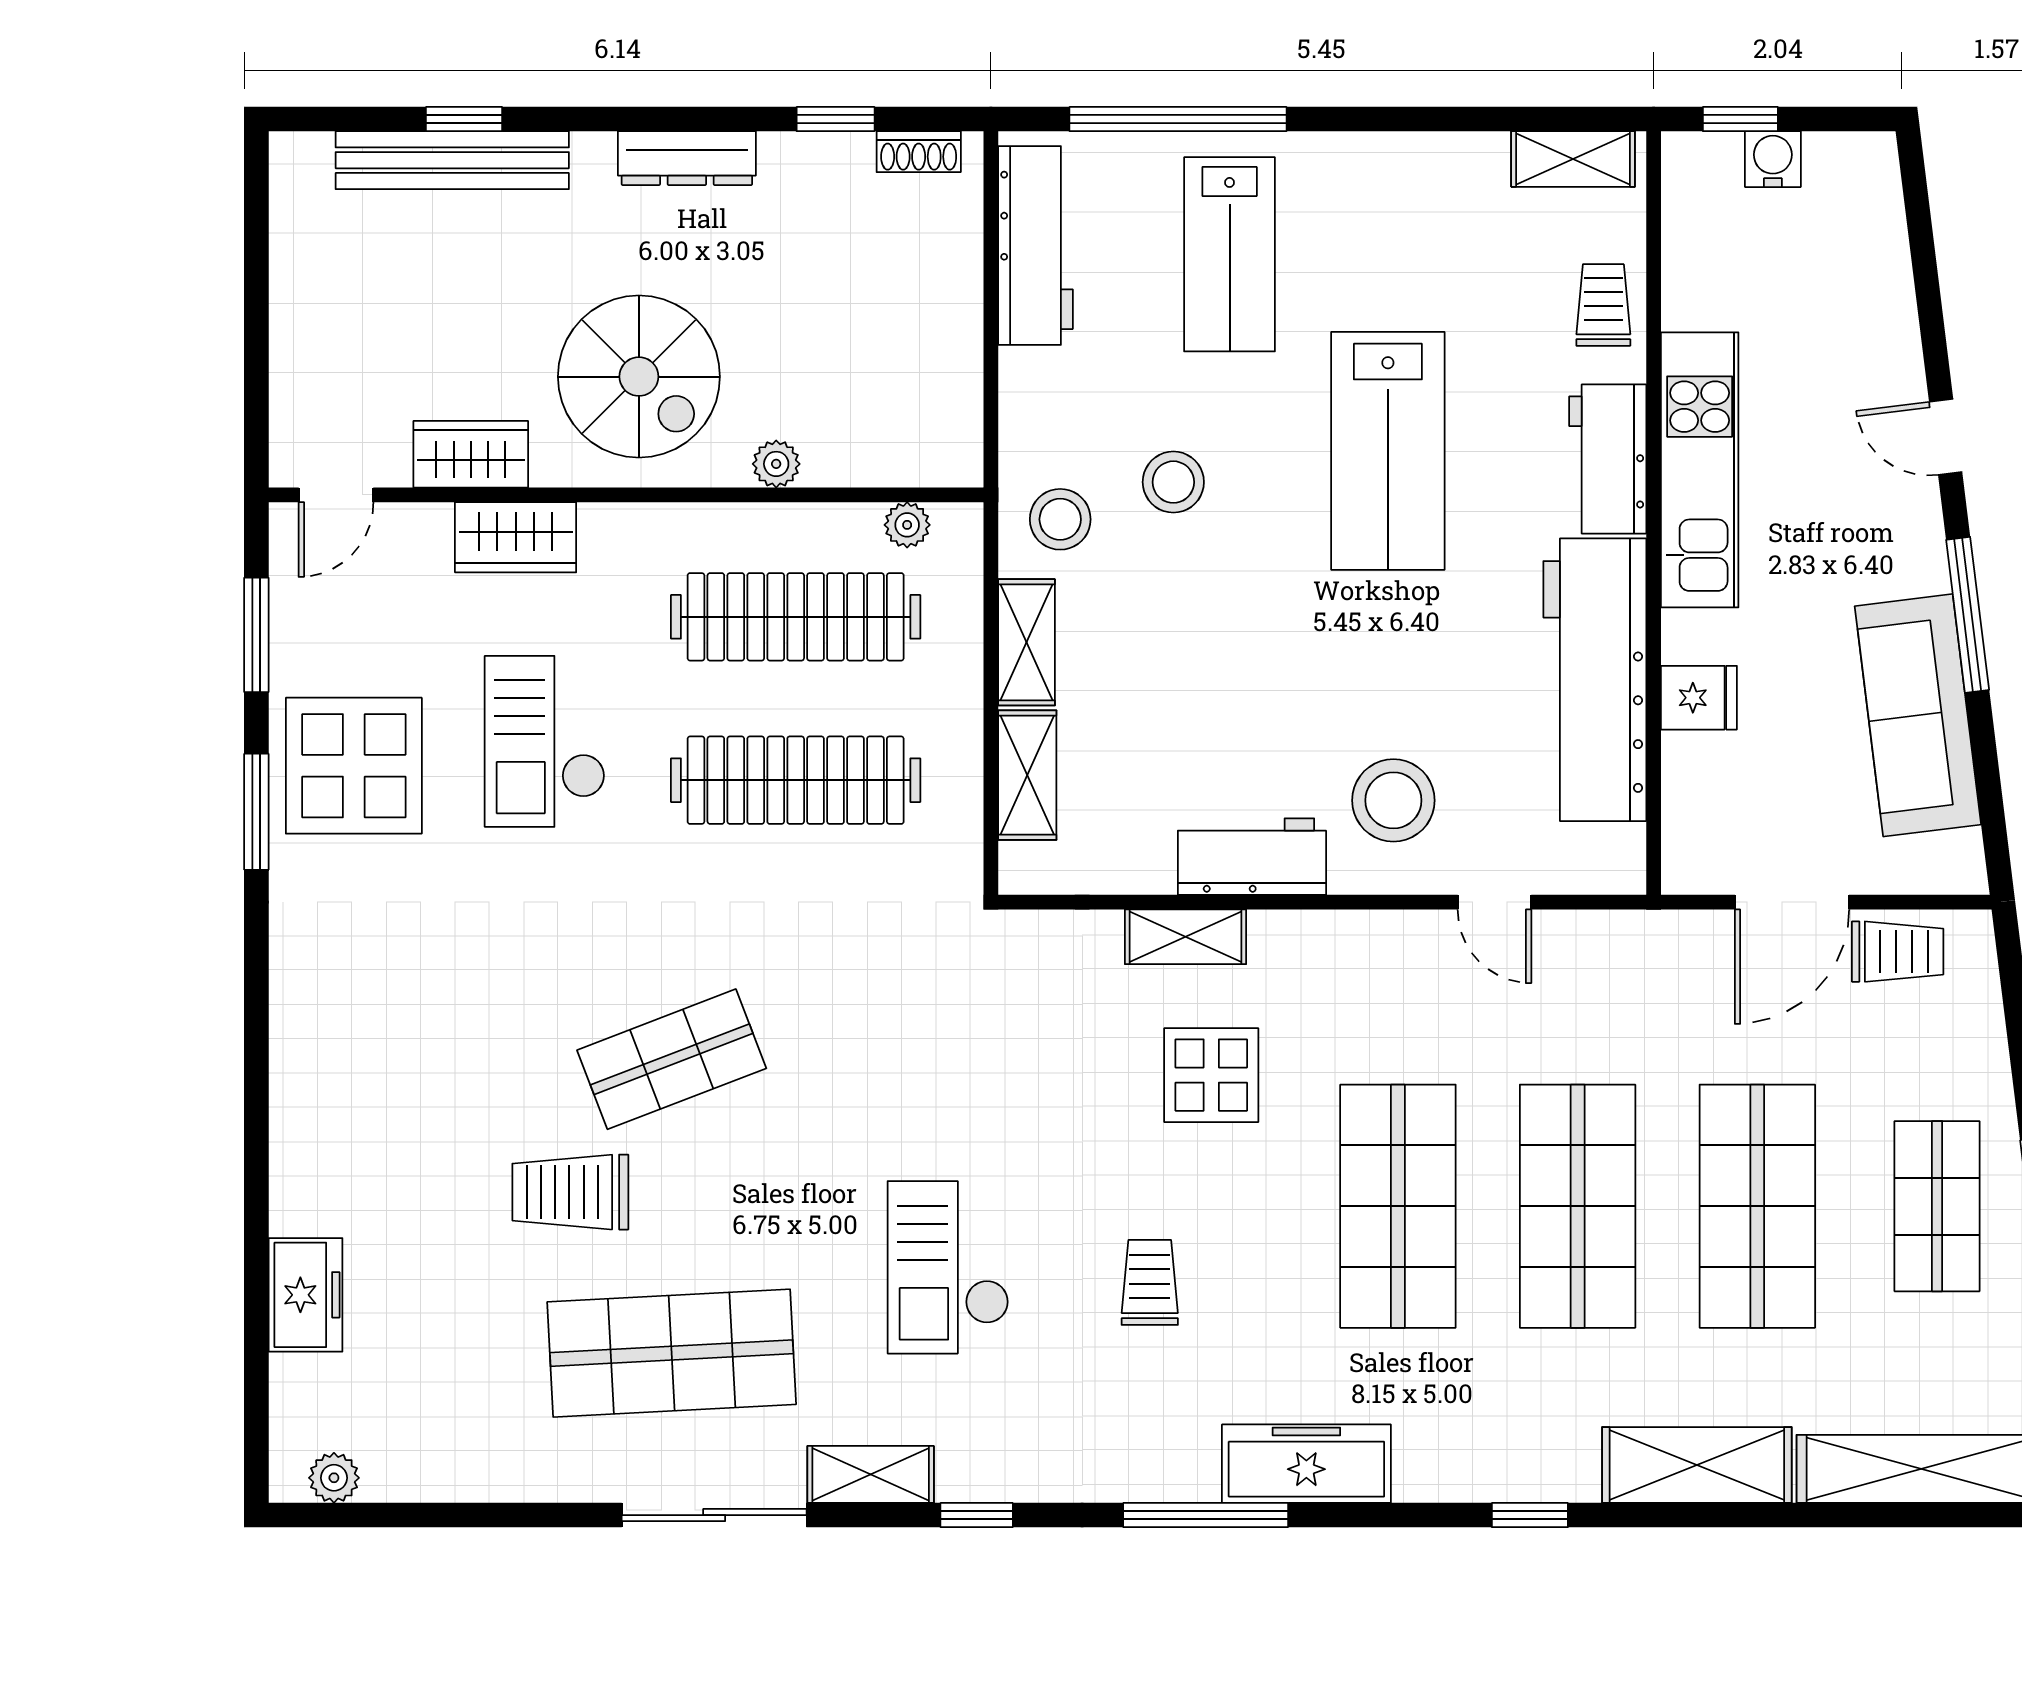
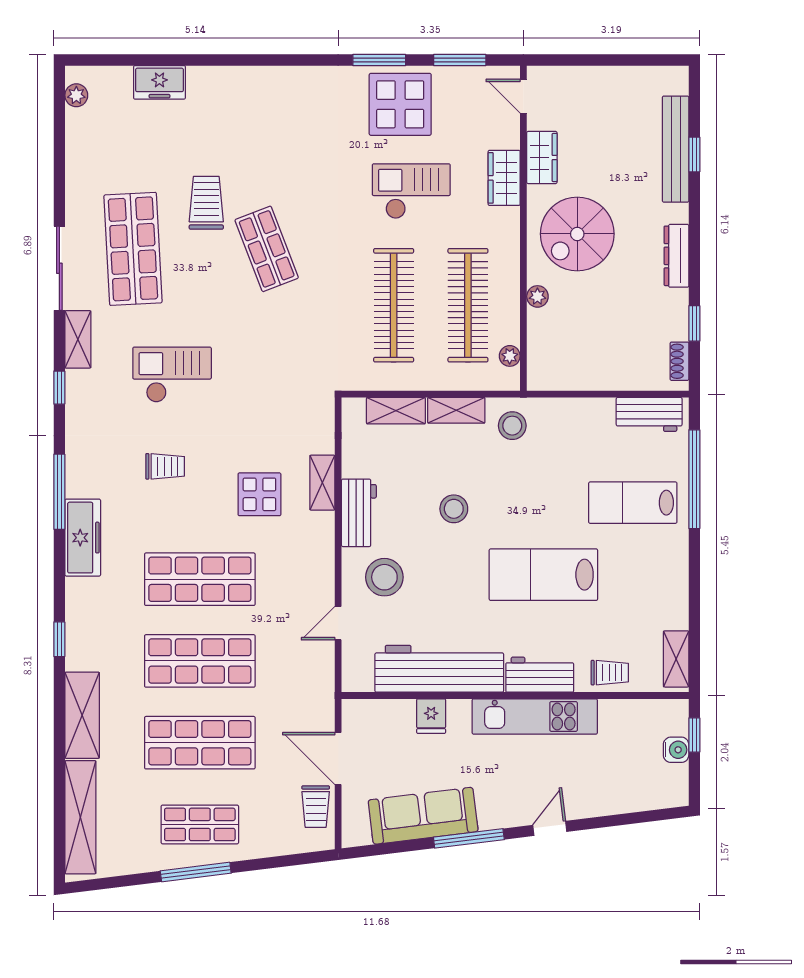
workbench: (1036, 246) -> (649, 414), width x0.73
stool: (1173, 482) -> (454, 509), moved

